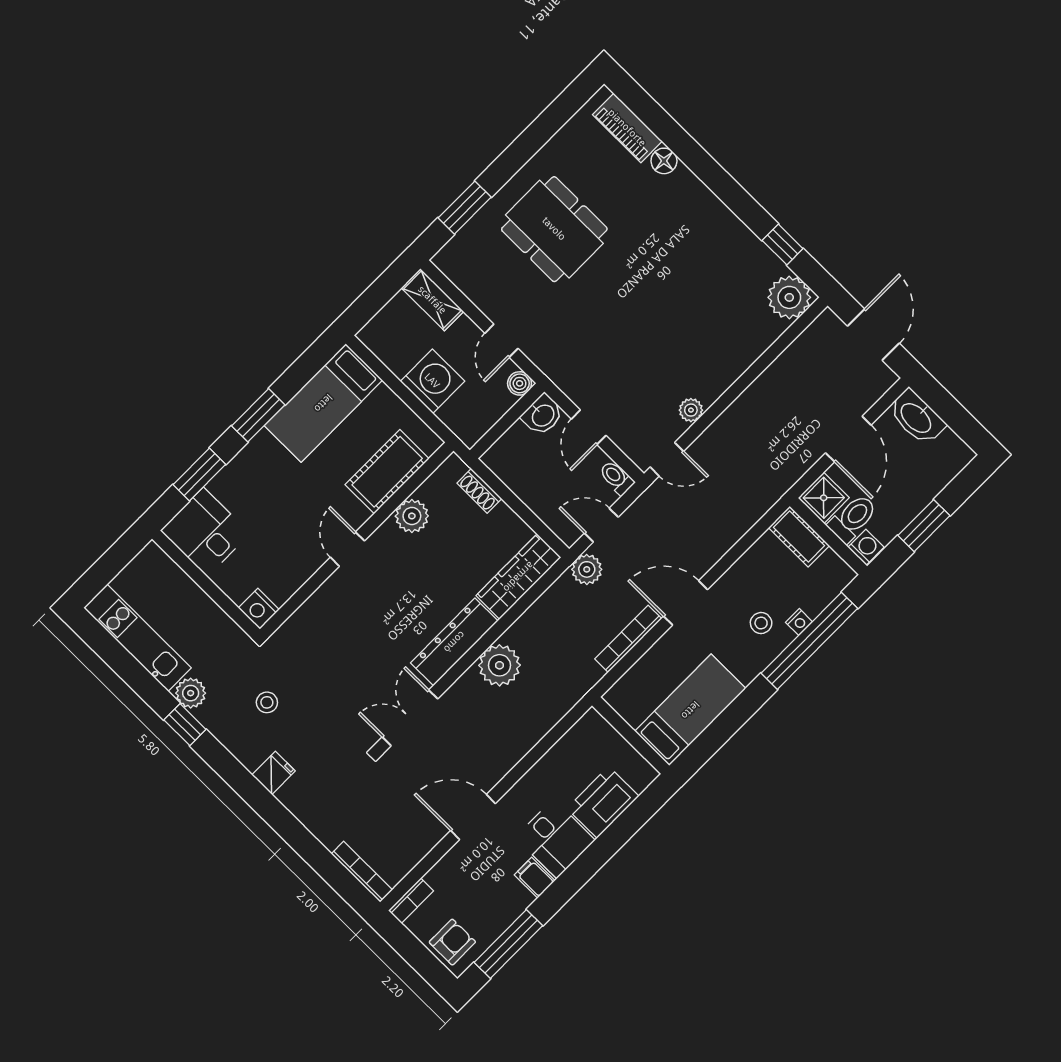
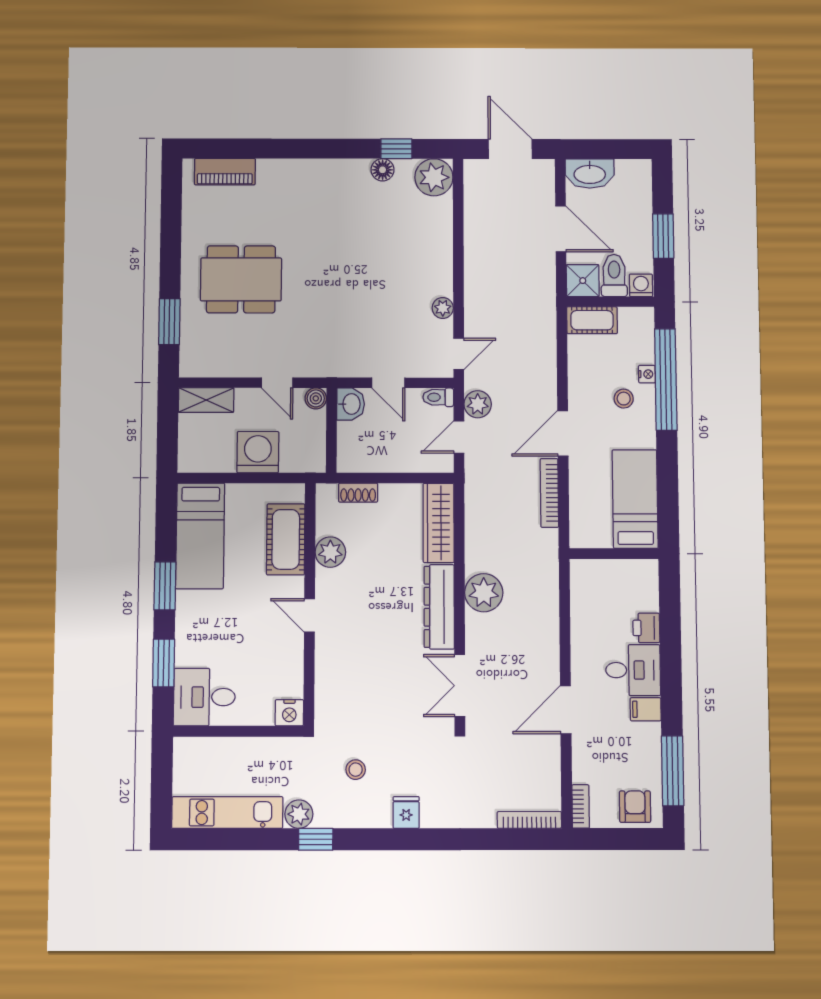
floor lamp: (664, 161) -> (383, 170), moved
plant: (587, 569) -> (478, 404), moved
printer: (603, 802) -> (646, 628), width x0.53, depth x0.68

